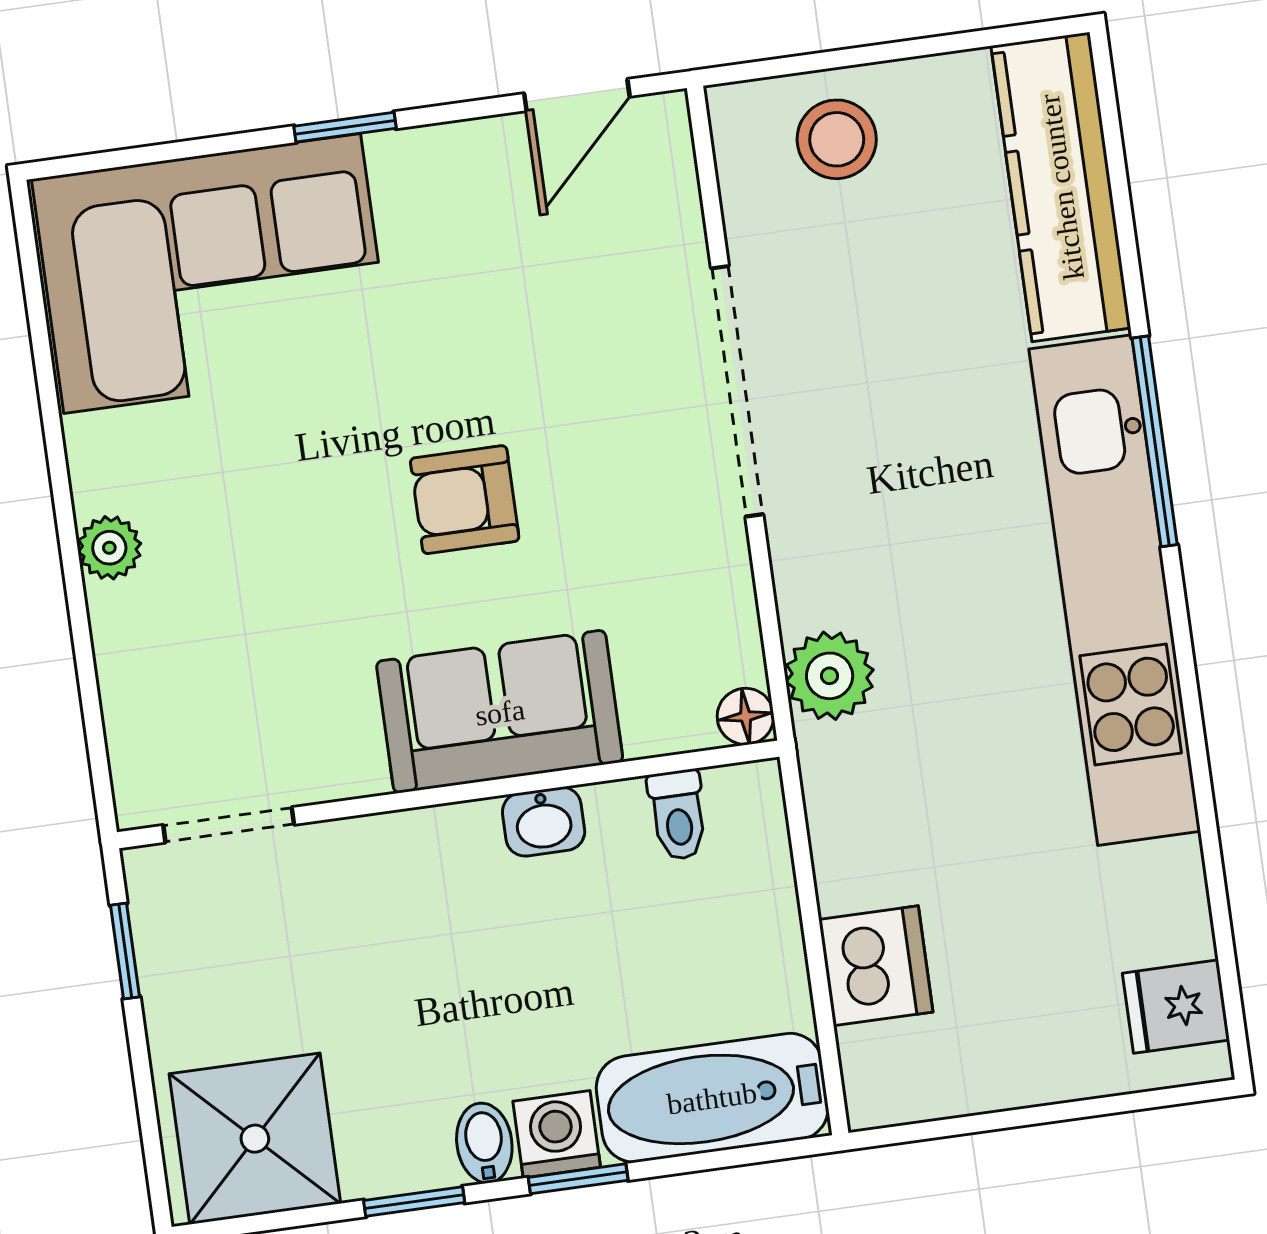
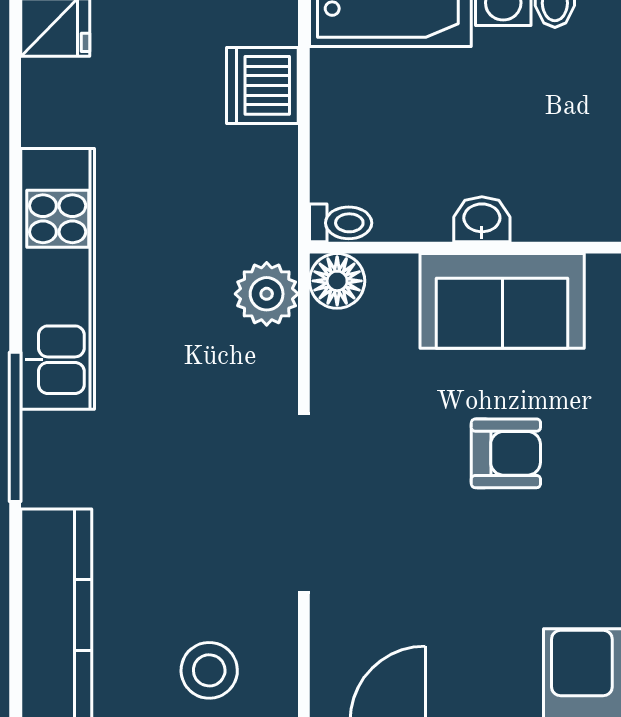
kitchen unit: (1115, 590) -> (58, 279), width x0.73
floor lamp: (746, 716) -> (337, 281), width x1.37, depth x1.37
toilet: (678, 815) -> (341, 223), moved, turned 90

